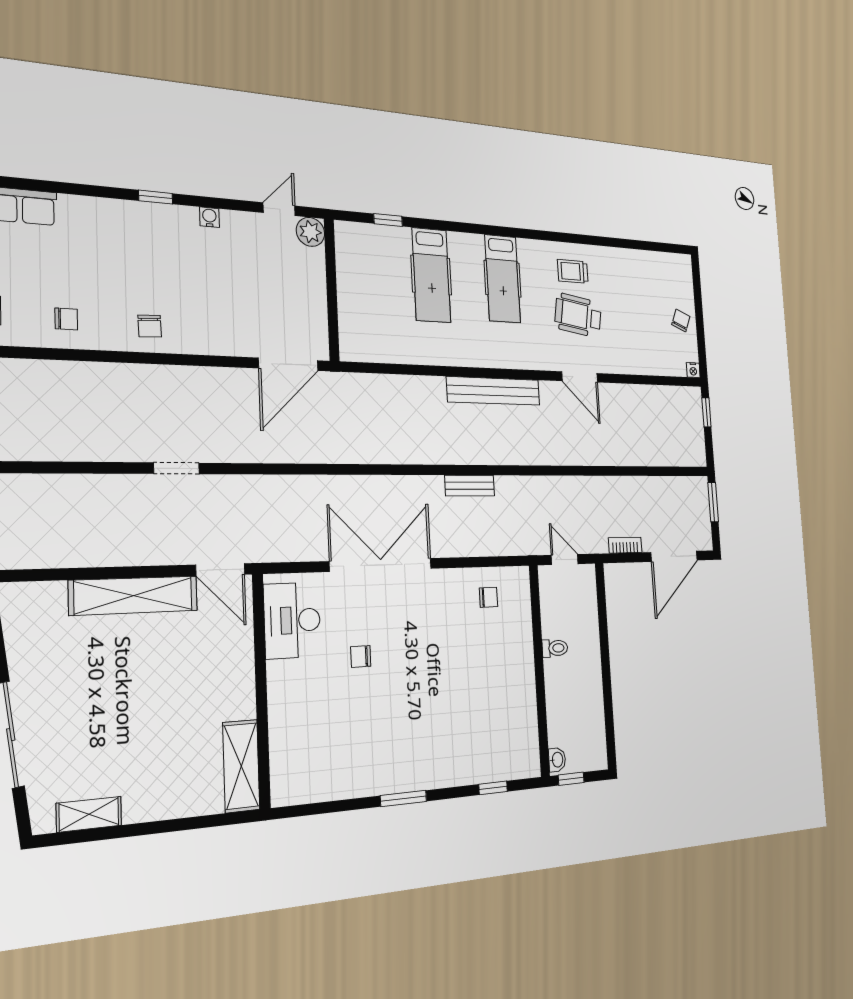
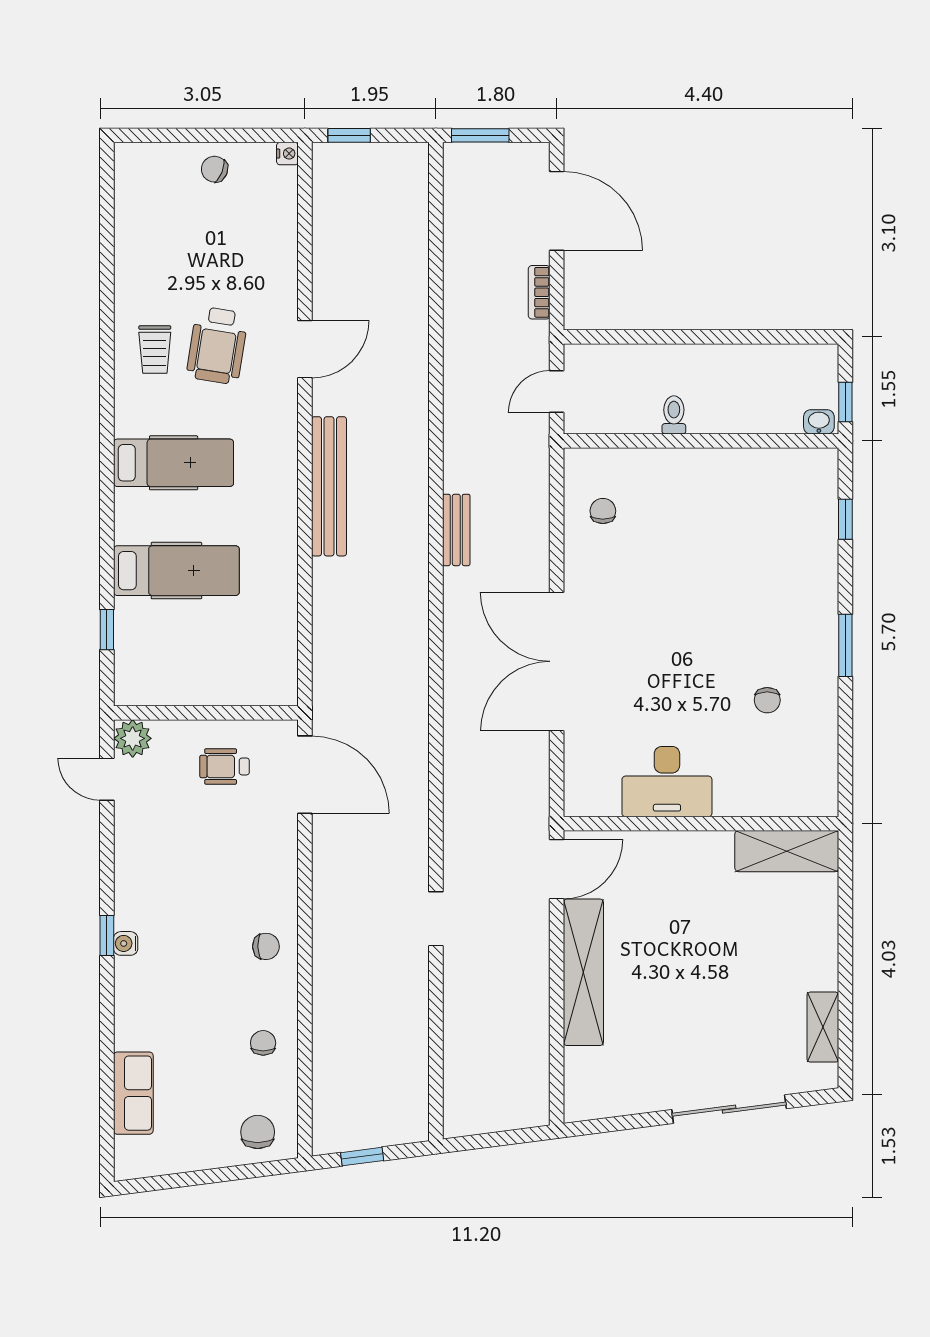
water cooler: (209, 217) -> (126, 943), moved
wheelchair: (292, 301) -> (225, 766), added
desk: (292, 620) -> (667, 782), moved
chair: (361, 656) -> (767, 700), moved

